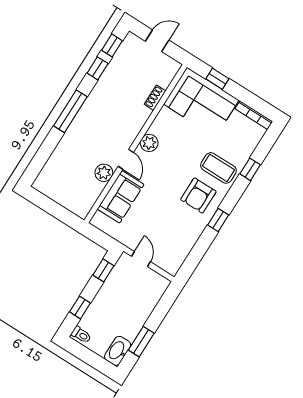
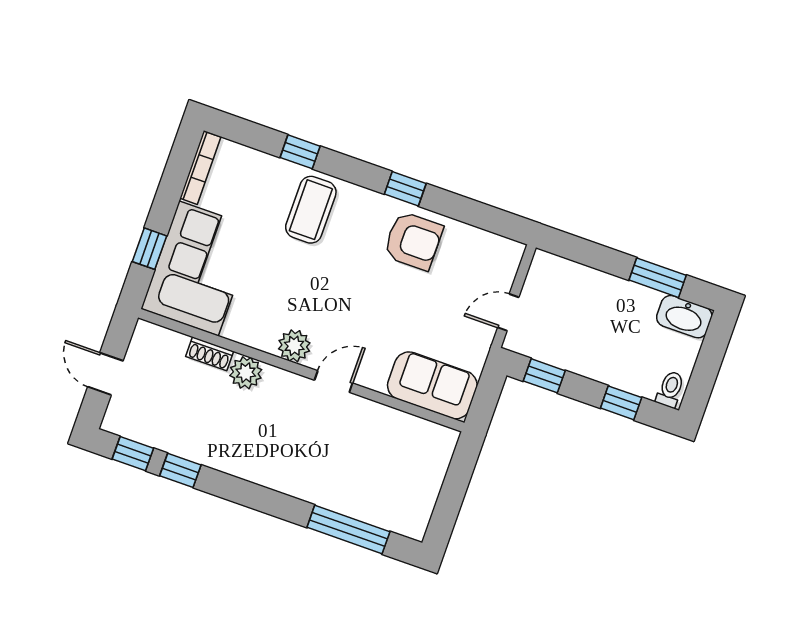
window: (70, 111) -> (348, 530), moved
plant: (104, 173) -> (246, 373), moved
armchair: (198, 195) -> (413, 241), moved
sofa: (121, 197) -> (432, 385), moved

